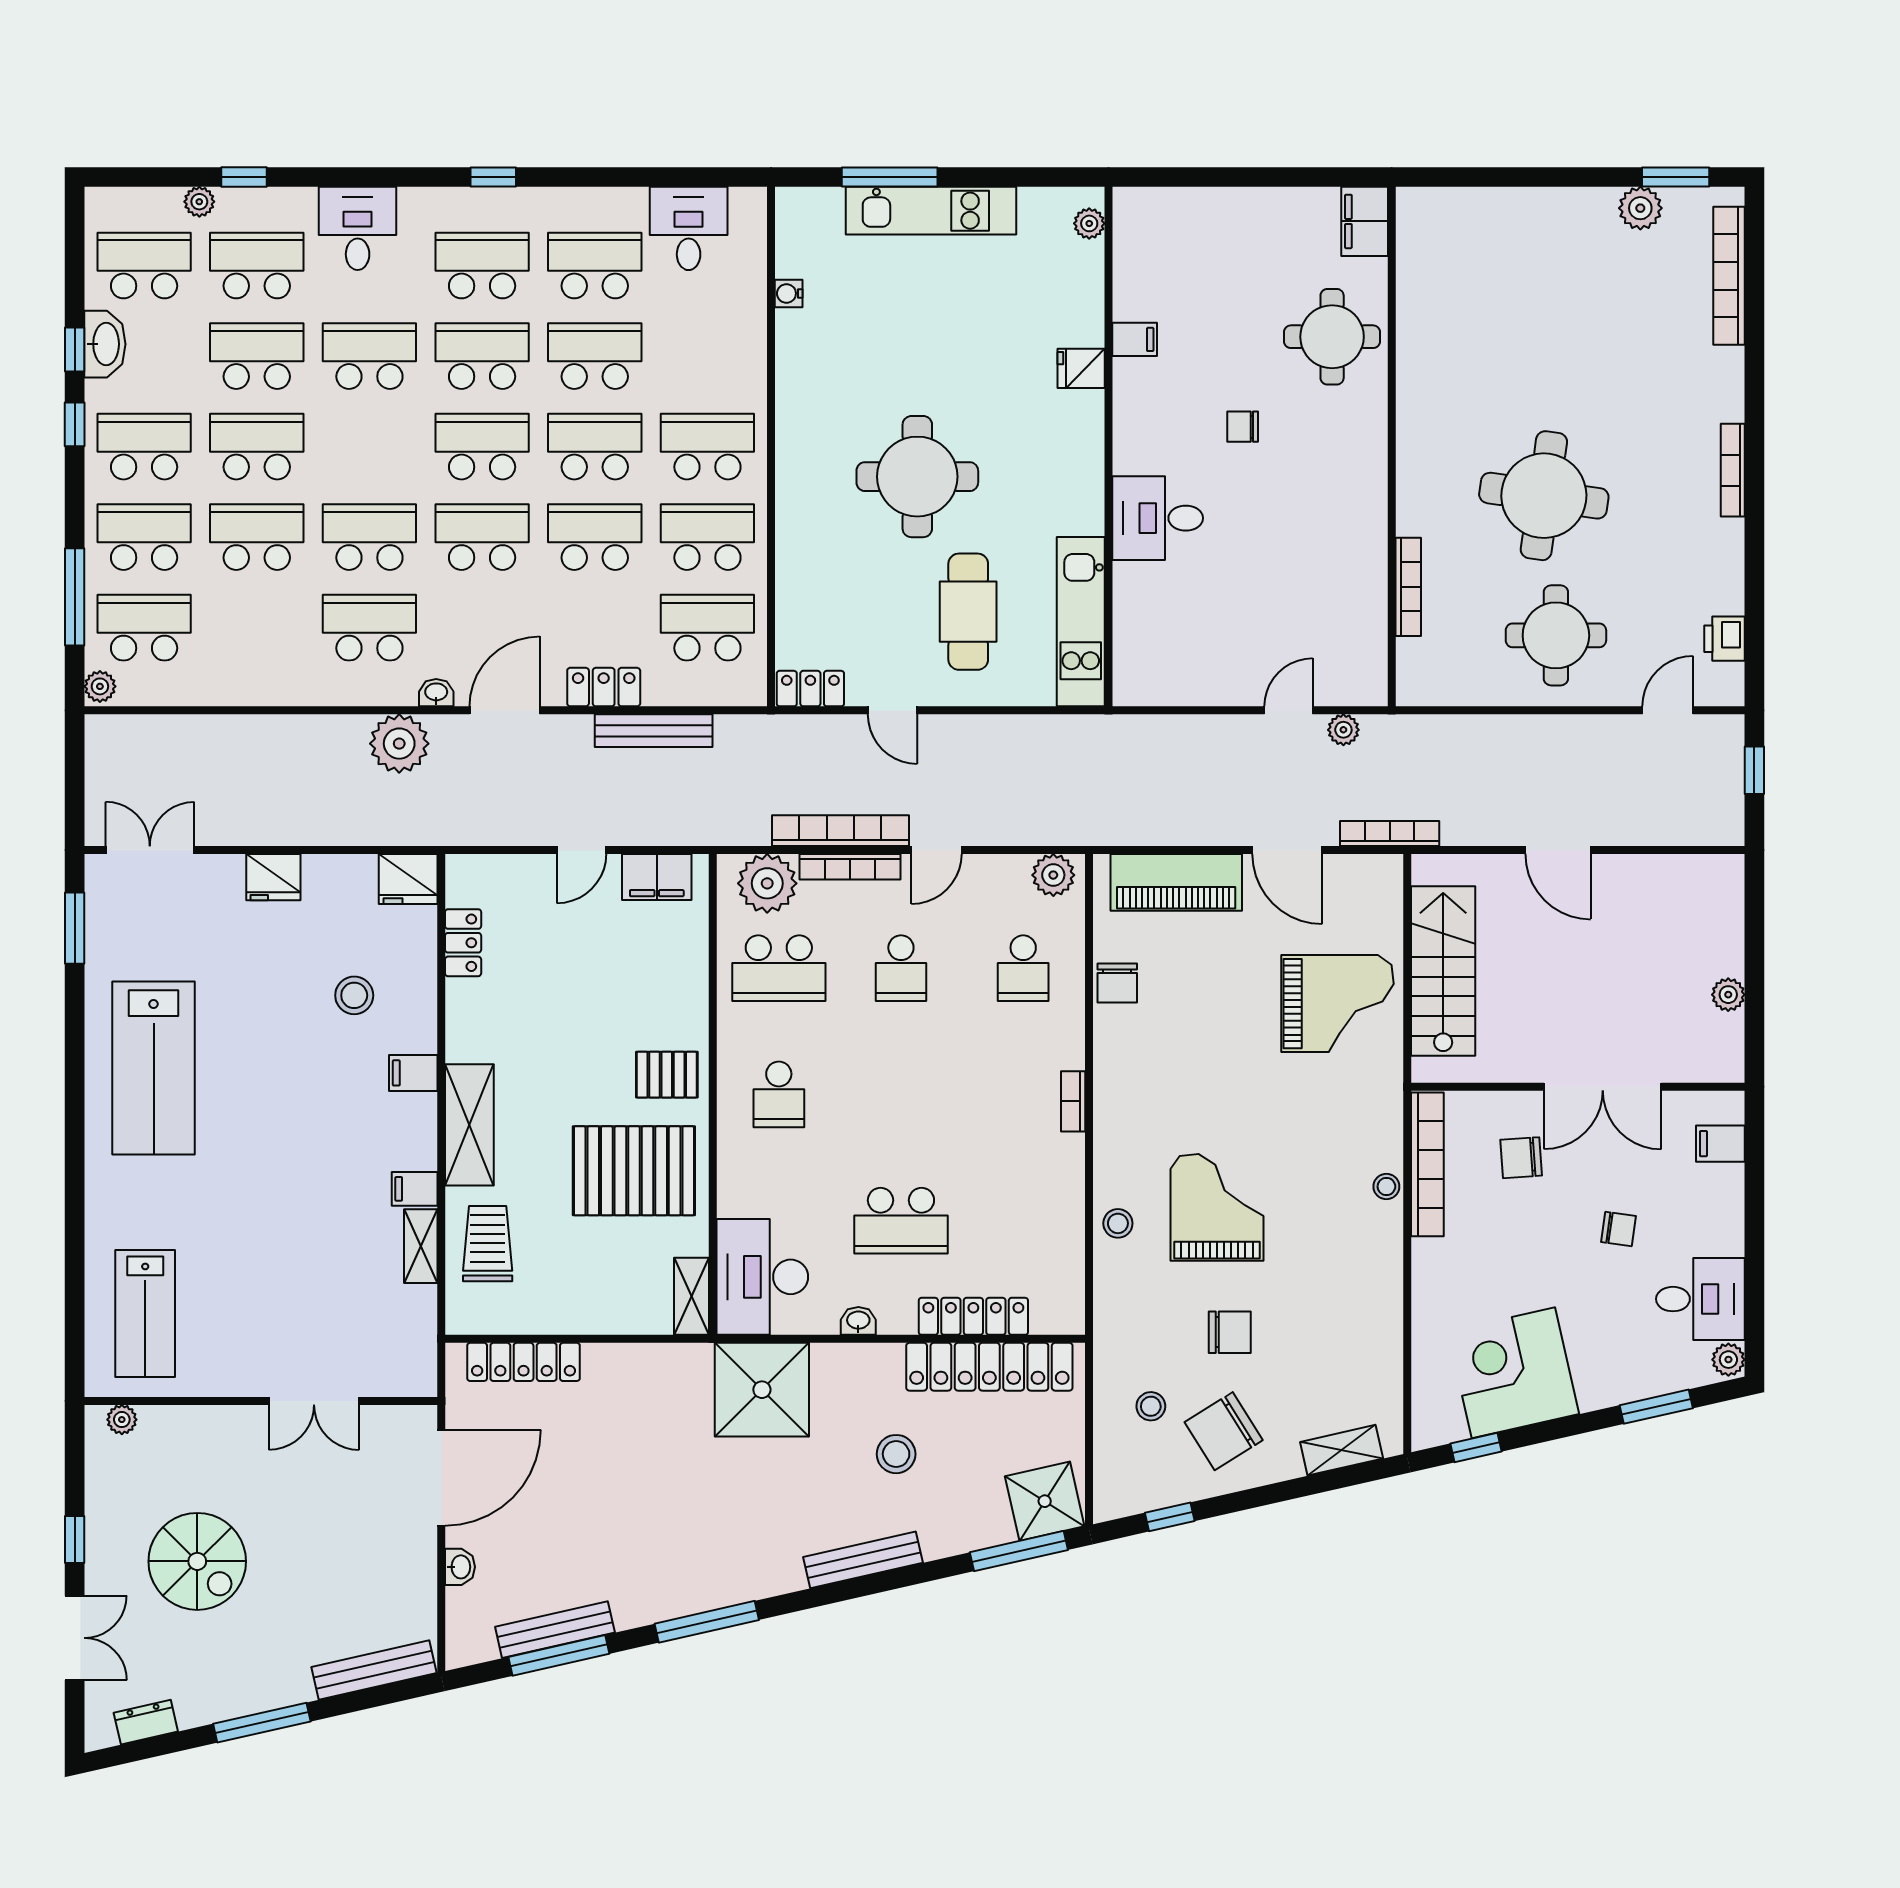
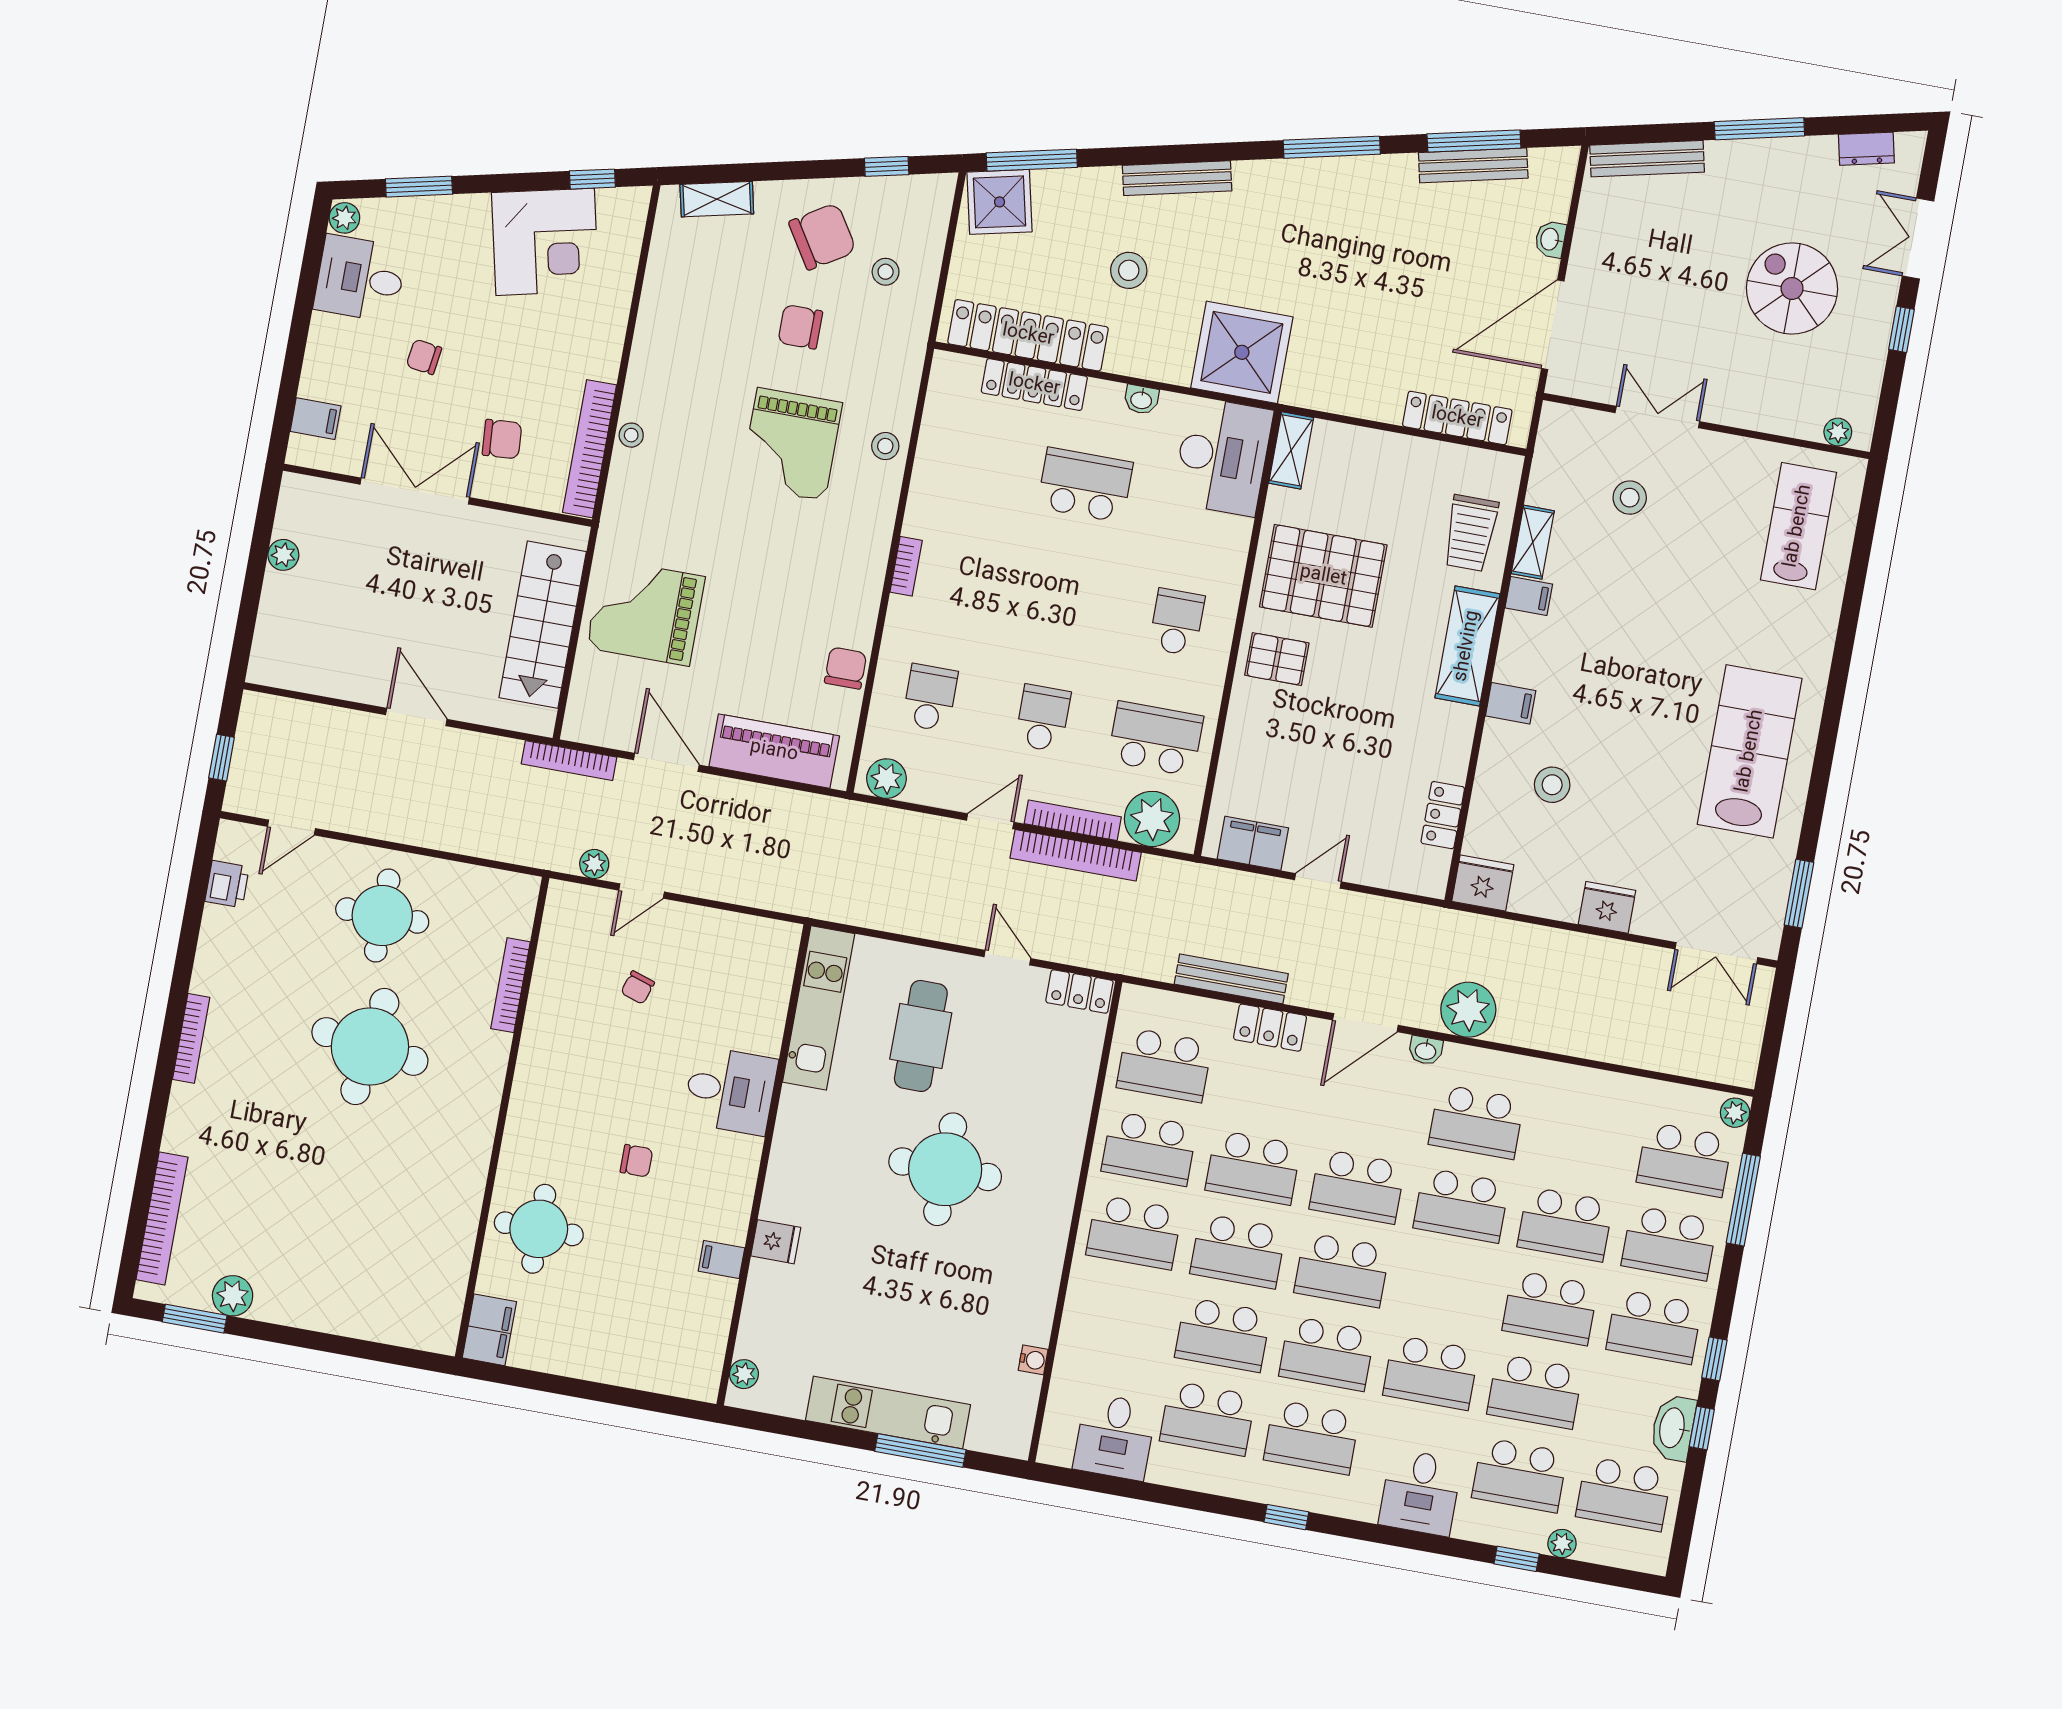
chair: (1274, 609) -> (638, 988), added
stool: (328, 1311) -> (1630, 498), added

